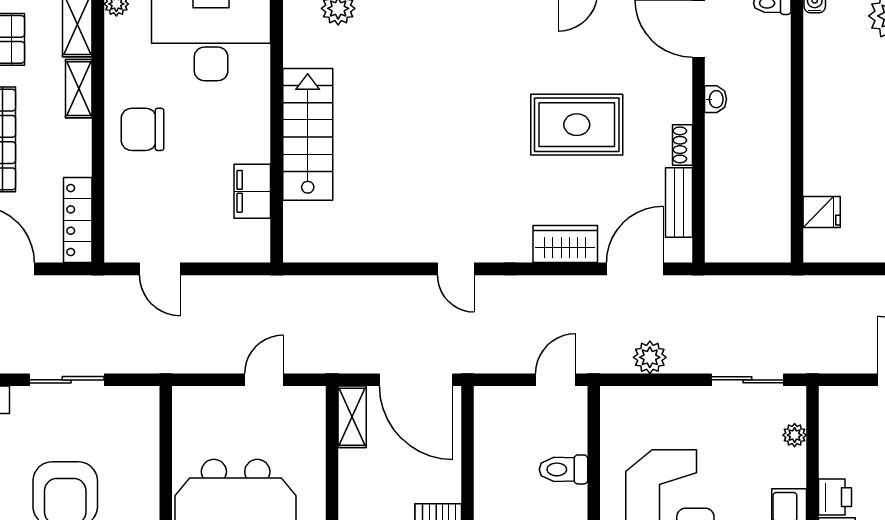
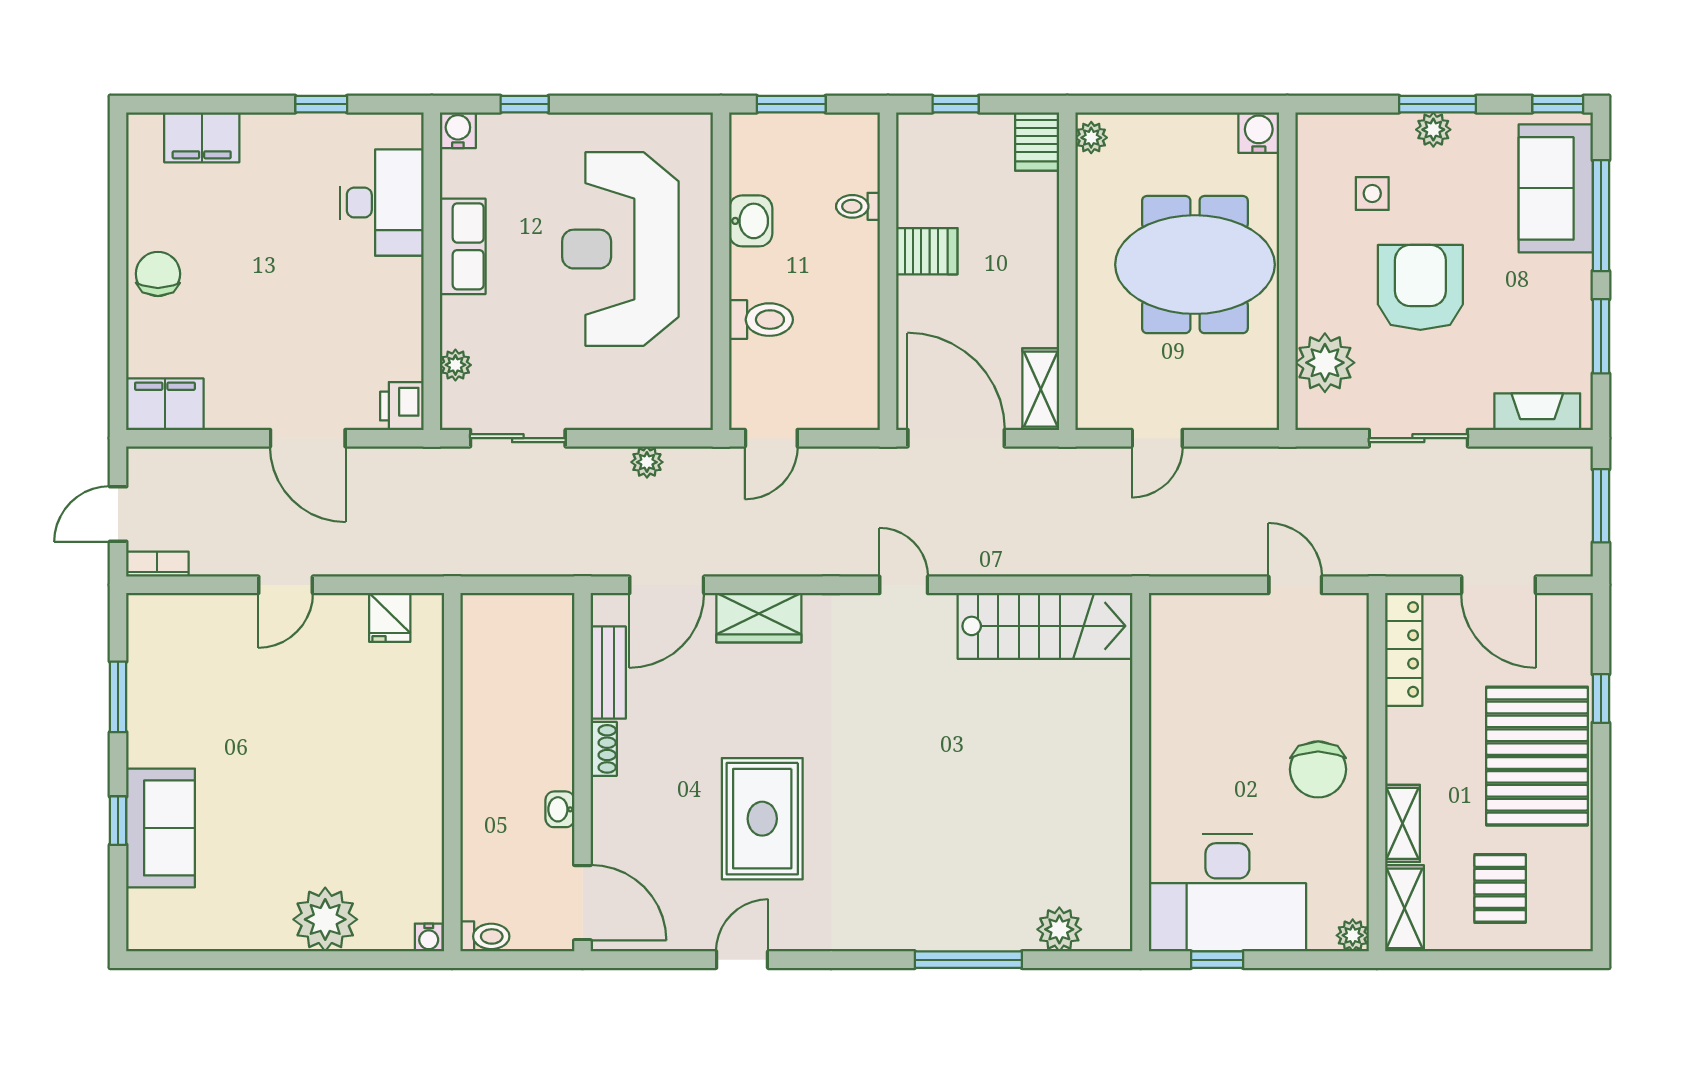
rug: (577, 125) -> (762, 819), moved, turned 90
chair: (143, 129) -> (1318, 769), turned 90
stairs: (308, 134) -> (1045, 626), moved, turned -90
filing cabinet: (252, 191) -> (1173, 687), removed
fridge: (822, 212) -> (390, 617), moved, turned -90
plant: (650, 357) -> (647, 462), width x0.73, depth x0.73
plant: (137, 437) -> (1325, 363), added
printer: (835, 497) -> (402, 406), moved

